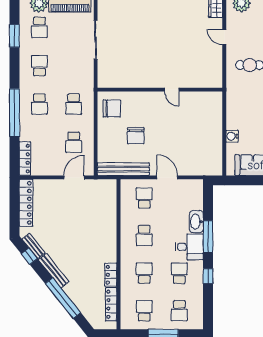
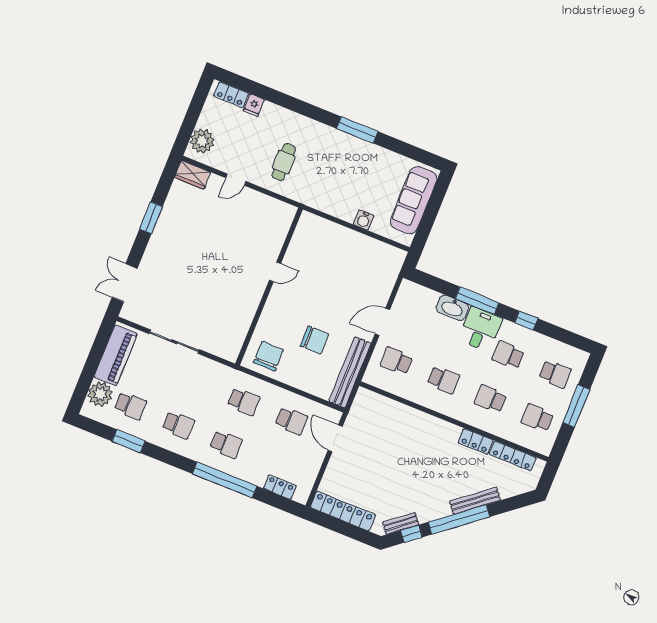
school desk: (39, 66) -> (178, 425), turned 180
locker: (25, 159) -> (280, 487), width x0.66
bench: (54, 271) -> (475, 501), moved
window: (63, 298) -> (459, 519), moved

